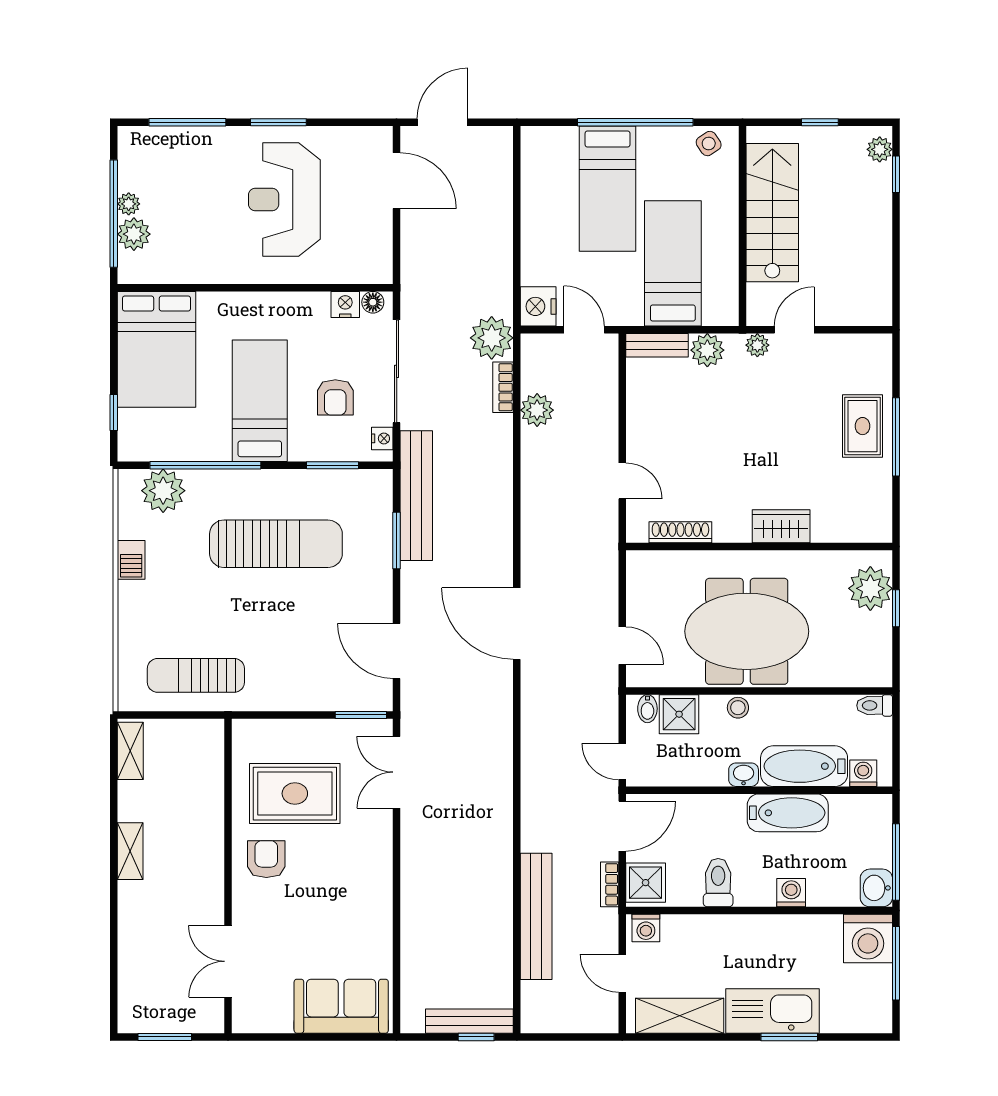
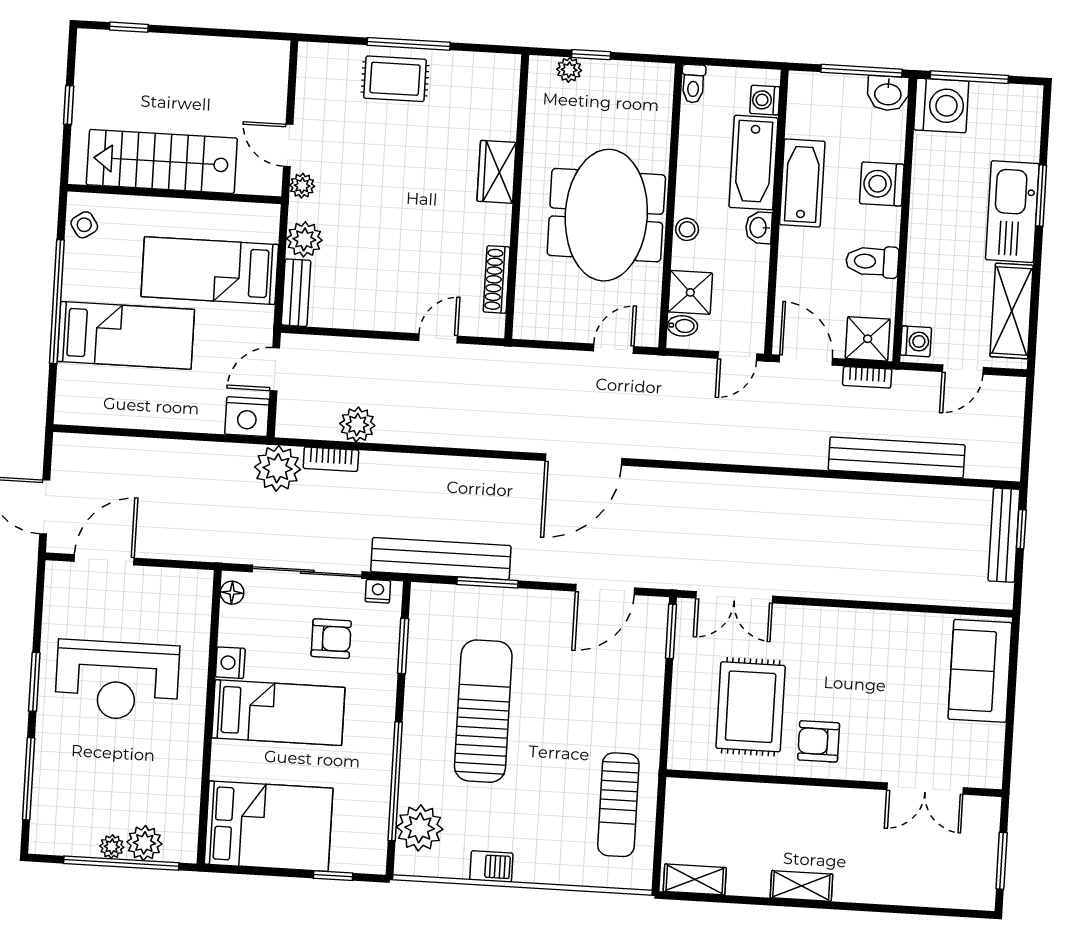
plant: (880, 149) -> (101, 43), removed
nightstand: (345, 304) -> (230, 663), moved
bed: (260, 401) -> (278, 713), moved, turned 180
plant: (870, 588) -> (569, 70), width x0.53, depth x0.53
washing machine: (791, 893) -> (882, 184), width x1.38, depth x1.38

